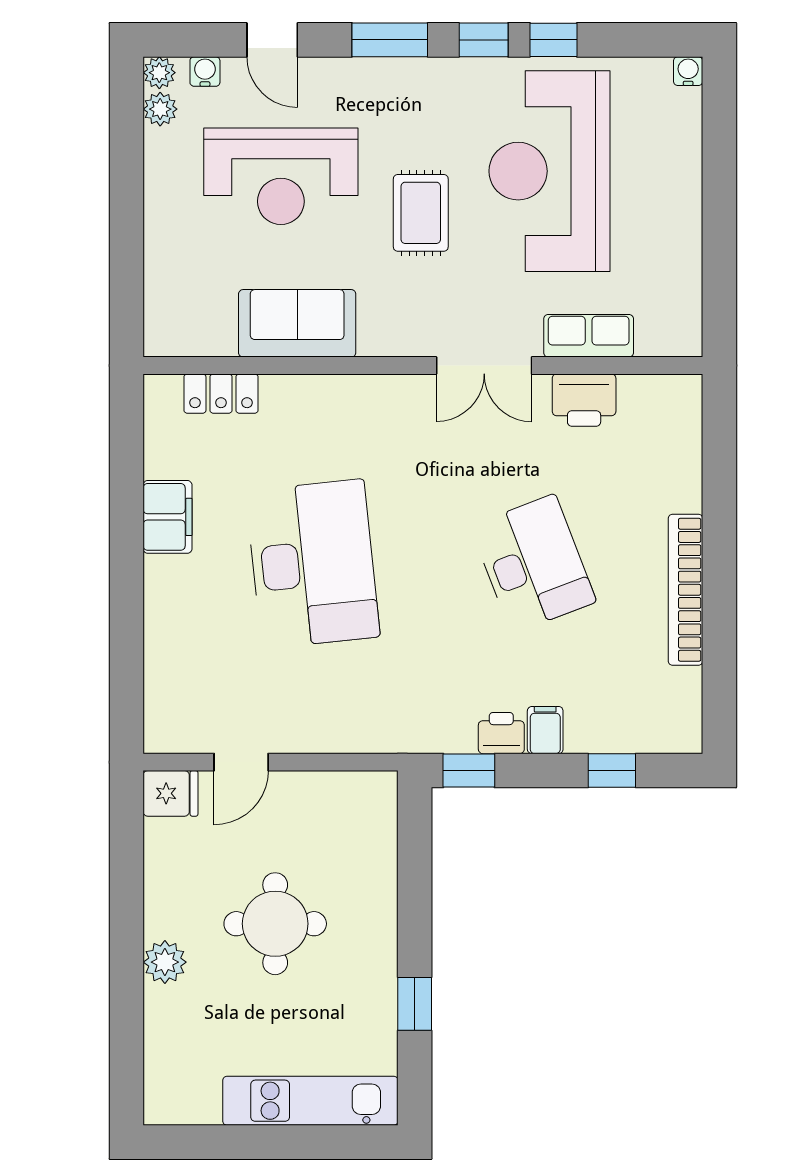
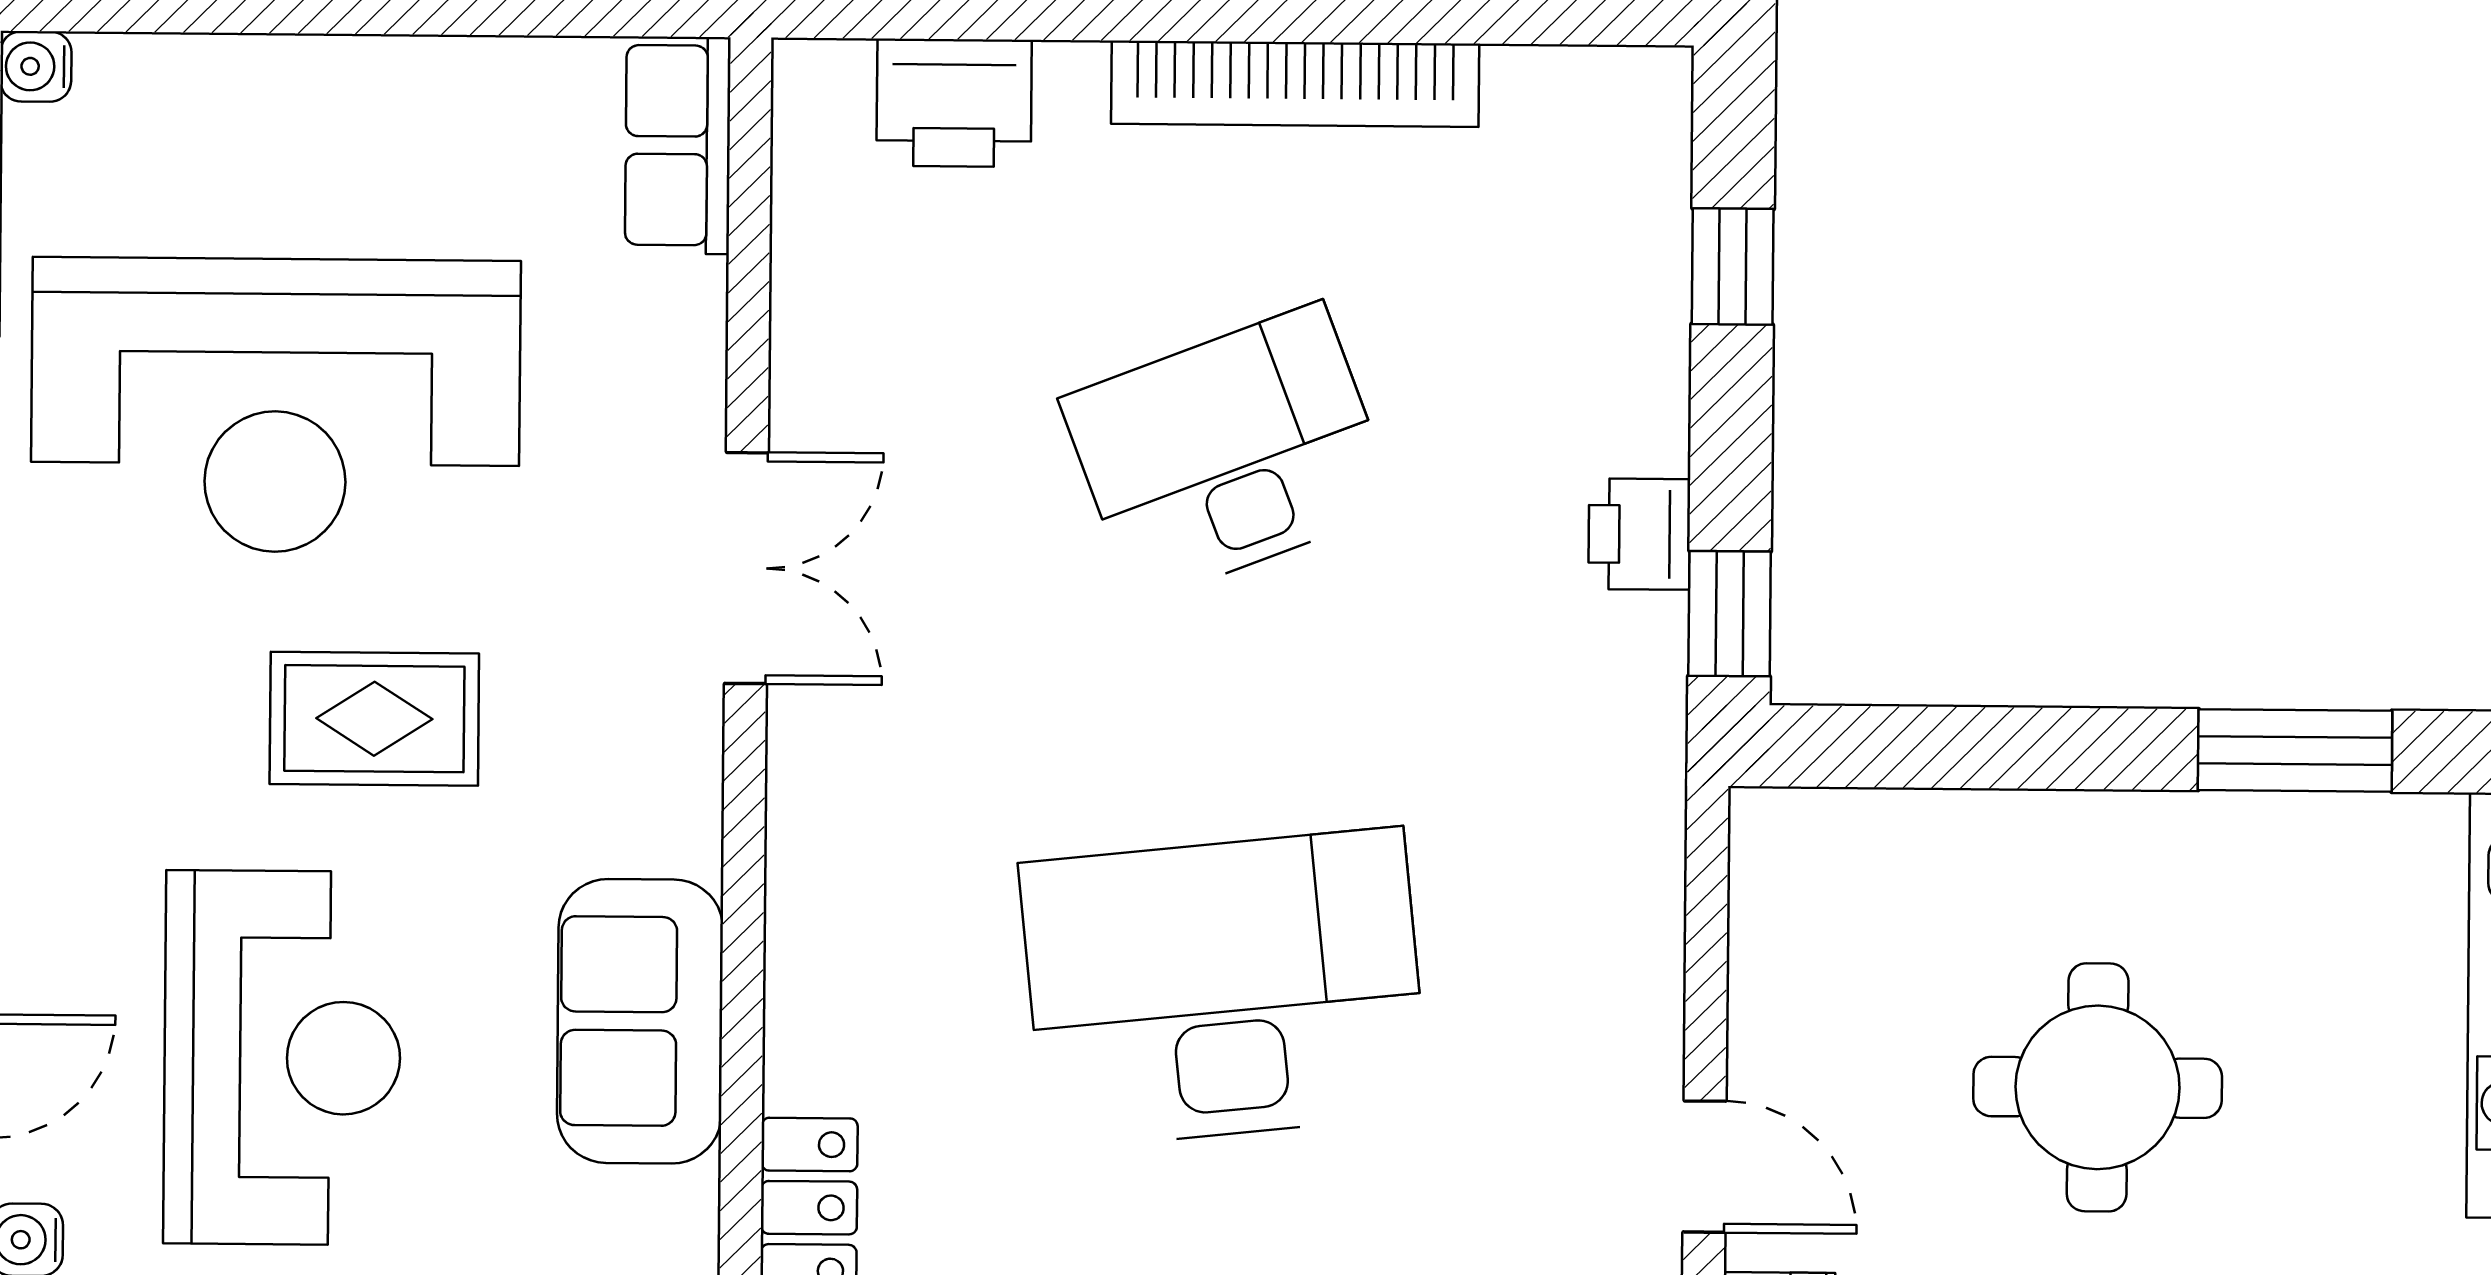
row of seats: (589, 336) -> (678, 145), moved
printer: (584, 400) -> (954, 103), moved, turned 90
filing cabinet: (545, 730) -> (1633, 427), removed
window: (415, 1004) -> (2295, 750), width x1.50

